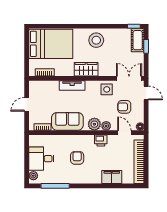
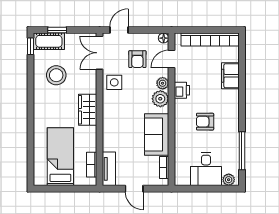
stool: (96, 40) -> (56, 75), moved
bed: (51, 44) -> (60, 157), width x0.67
tv unit: (72, 85) -> (109, 169), moved

